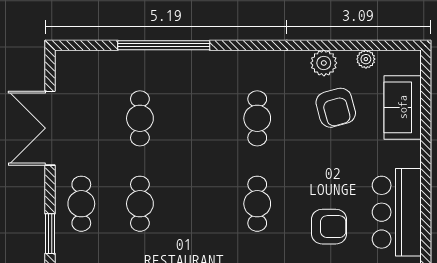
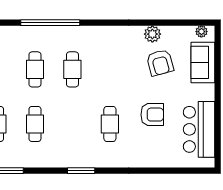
plant: (366, 59) -> (201, 32), moved
cafe table: (257, 118) -> (72, 69), moved
armchair: (329, 227) -> (152, 115), moved

